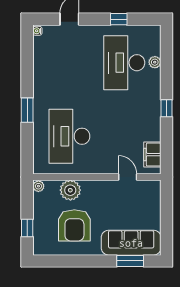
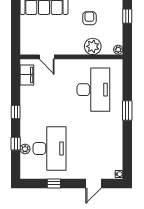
window: (167, 69) -> (16, 144), added
armchair: (74, 225) -> (89, 18), width x0.53, depth x0.53

